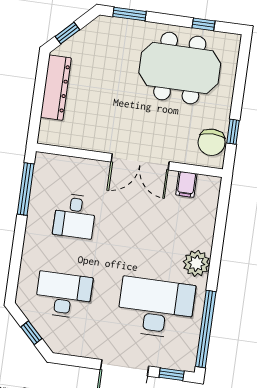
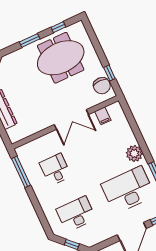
window: (129, 14) -> (30, 40), moved
desk: (75, 216) -> (55, 170), turned 180

